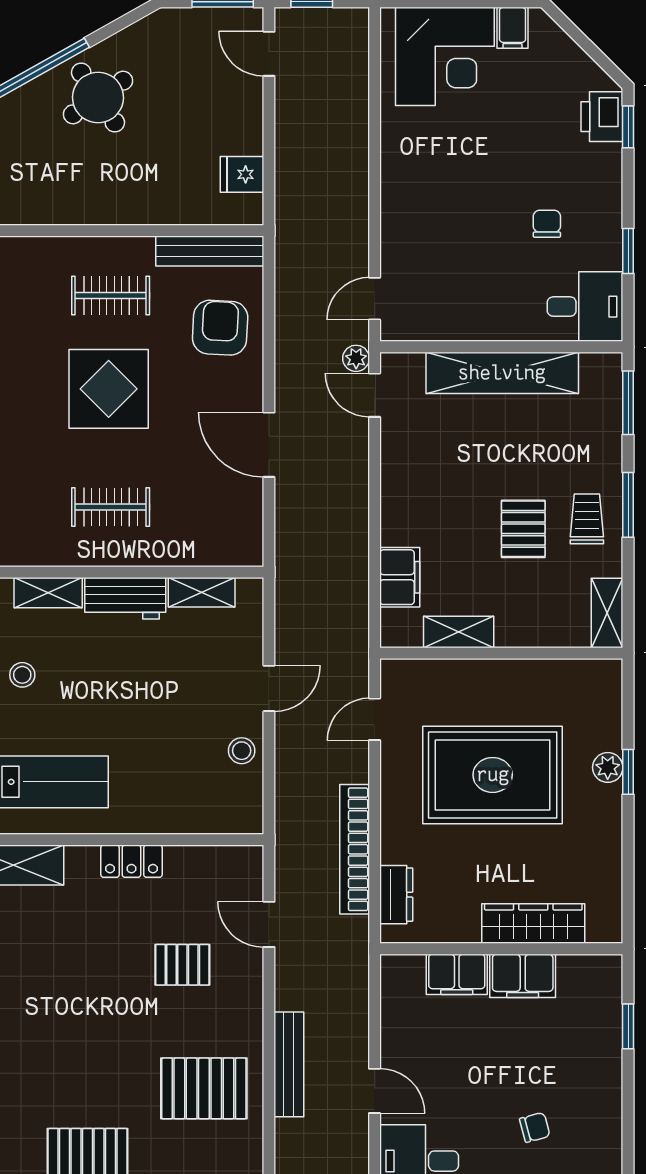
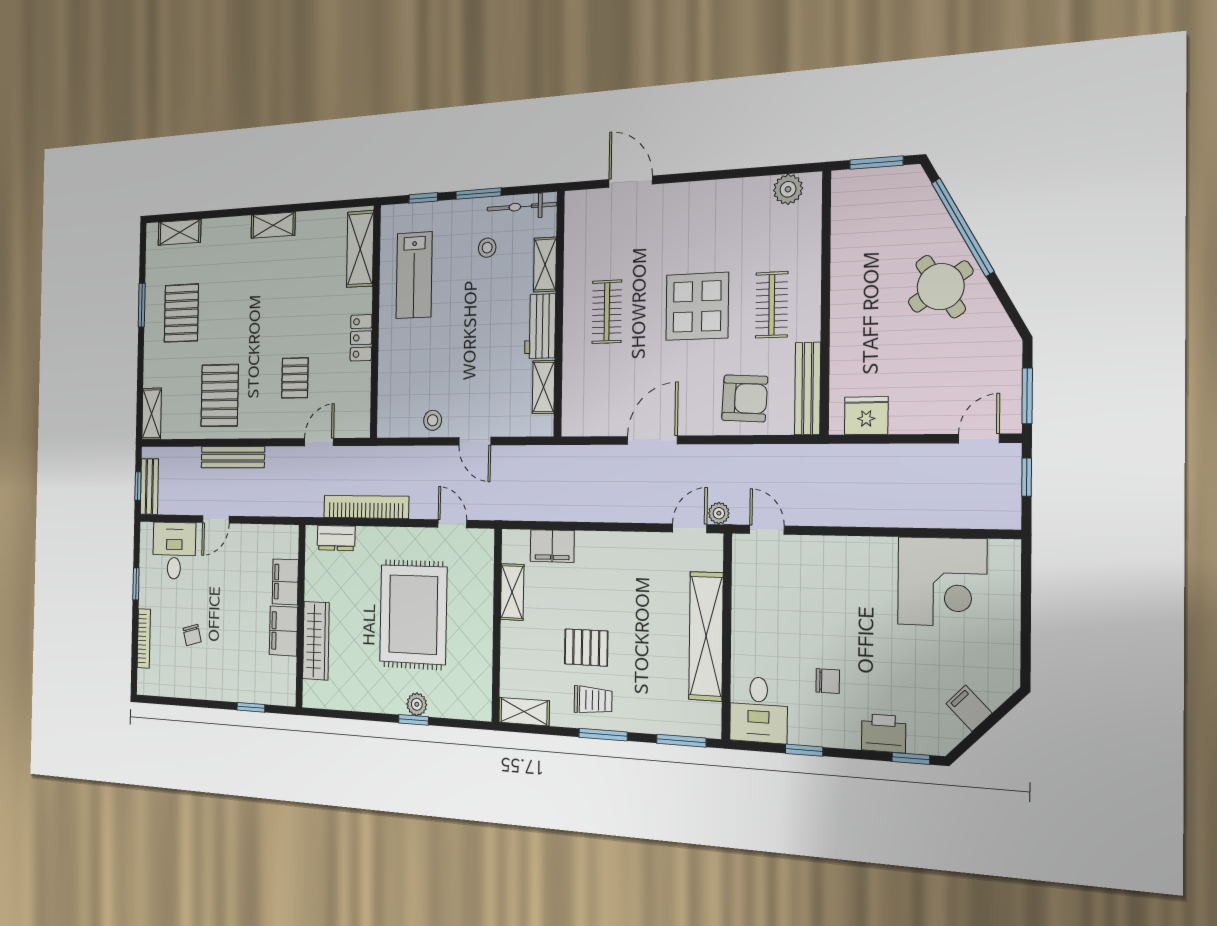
filing cabinet: (513, 28) -> (969, 708), moved, turned 45
corner desk: (445, 56) -> (942, 582), moved, turned -90
printer: (602, 117) -> (884, 733), moved
fridge: (242, 174) -> (866, 416), width x1.38

